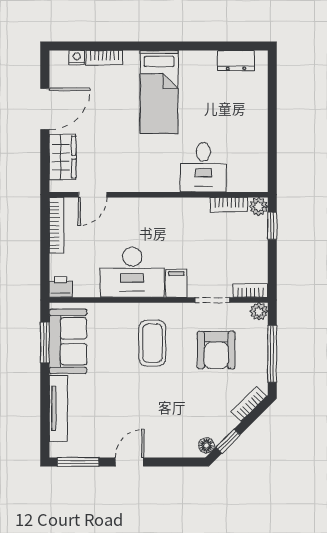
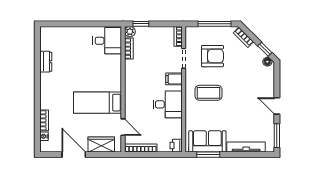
dresser: (236, 61) -> (46, 62), moved
bed: (159, 92) -> (98, 103), moved, turned 180
desk: (203, 167) -> (107, 41), moved
desk: (132, 272) -> (168, 104), width x0.73
plant: (259, 311) -> (190, 31), removed

